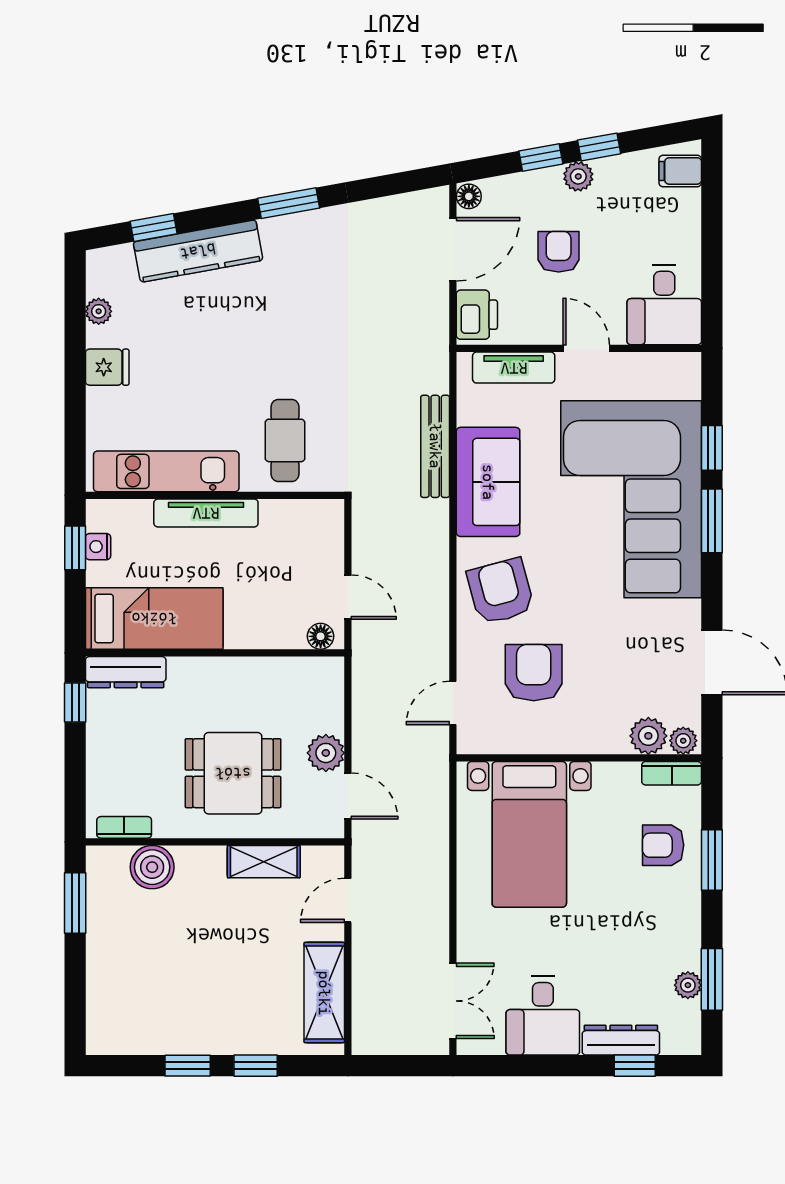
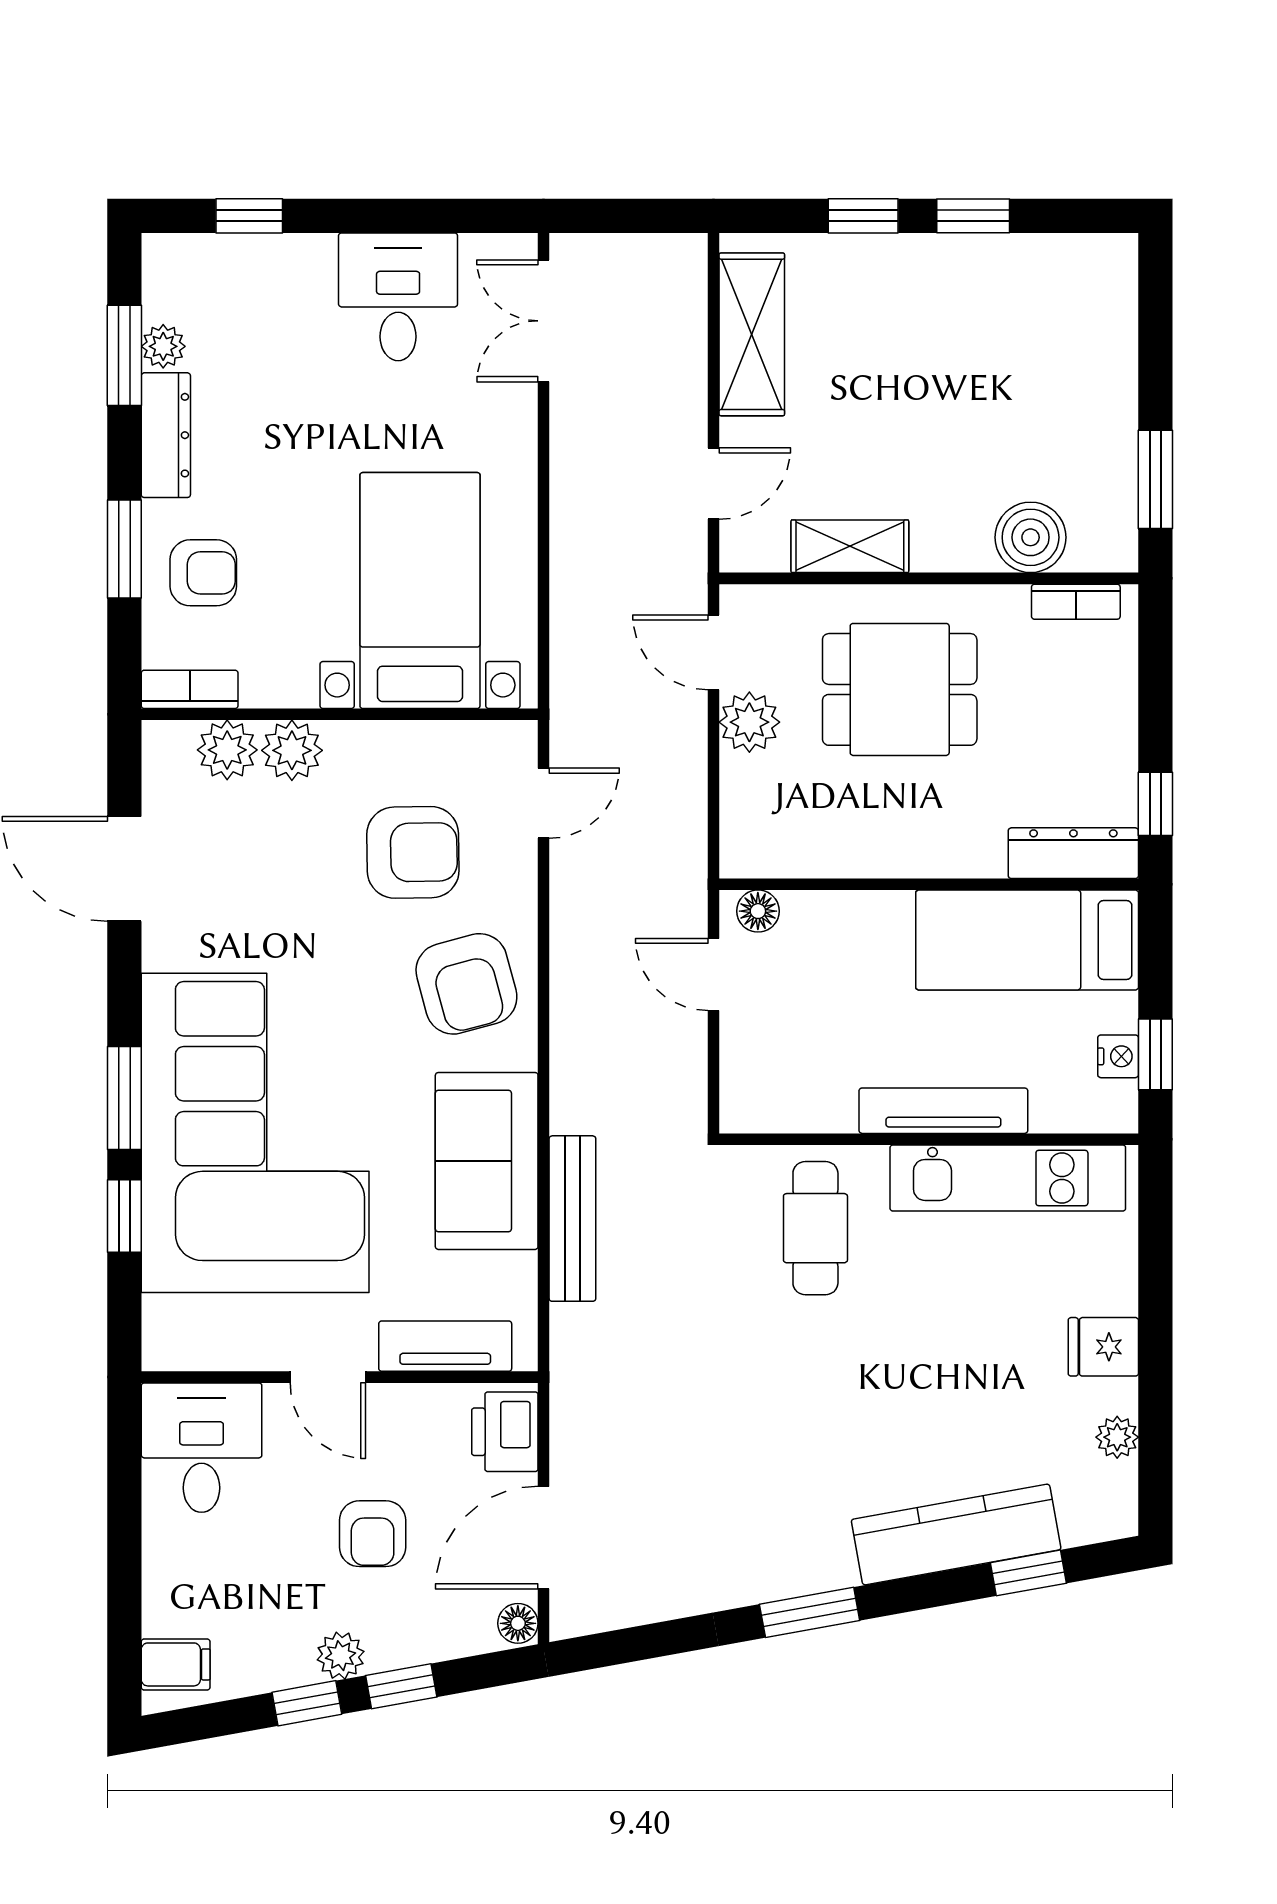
armchair: (534, 673) -> (413, 852), turned -91
plant: (683, 741) -> (292, 750), moved, width x1.38, depth x1.38
dresser: (621, 1040) -> (166, 435), moved, turned -90

